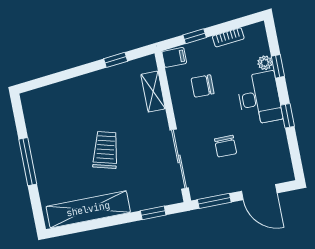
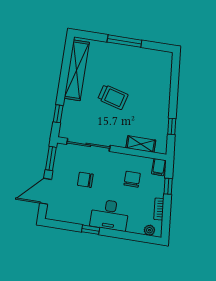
plant: (265, 63) -> (149, 230), moved
window: (278, 66) -> (127, 235), removed

